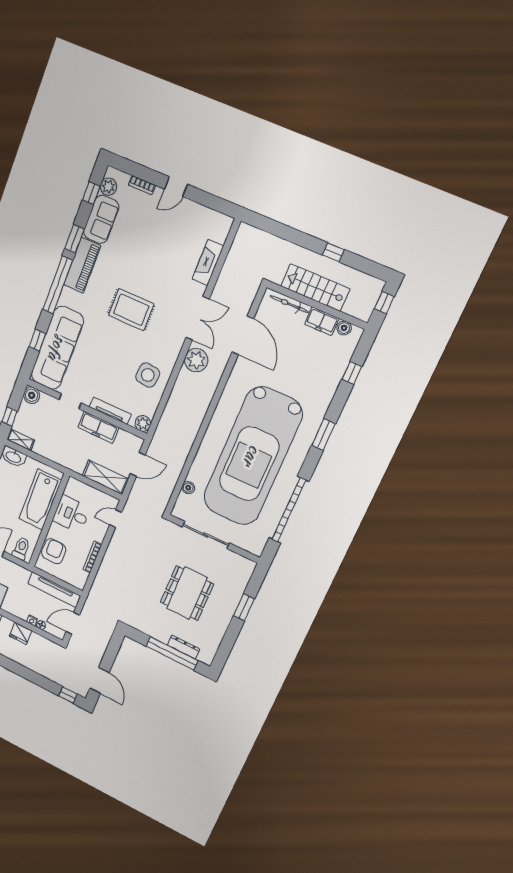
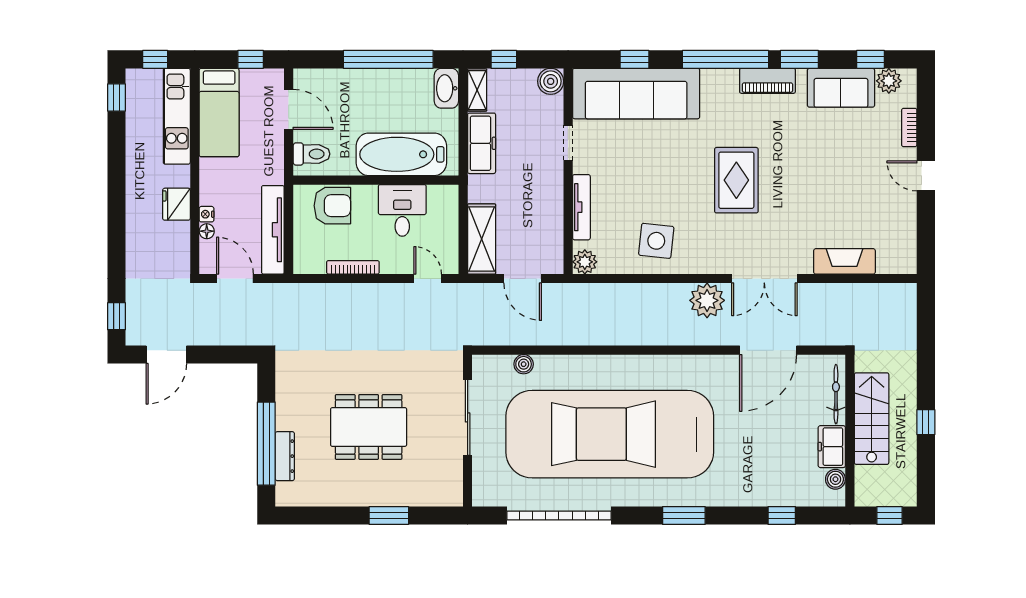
piano: (82, 265) -> (767, 81), width x0.73, depth x0.75
freezer: (98, 427) -> (482, 143), moved, turned 180

